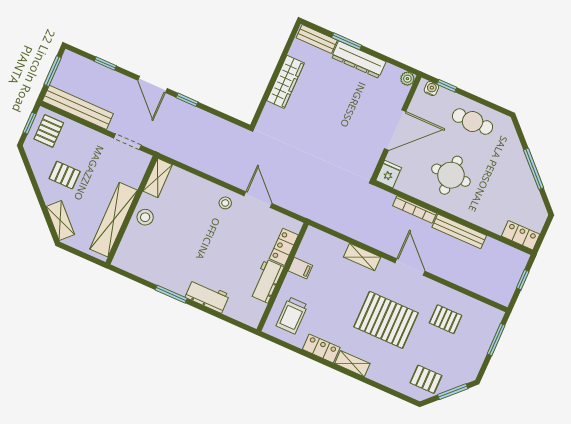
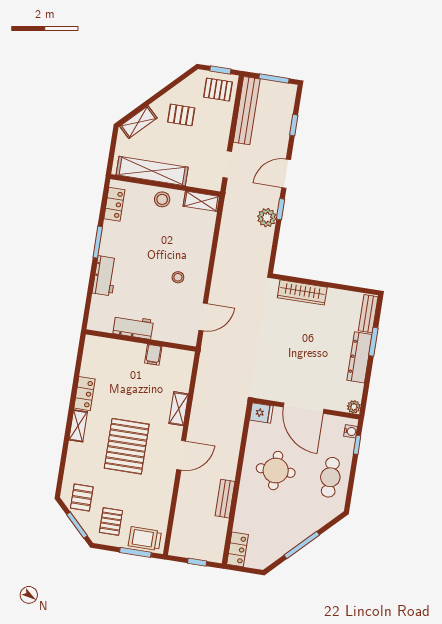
wardrobe: (285, 82) -> (302, 292), moved
plant: (192, 116) -> (267, 218), added
pallet: (65, 175) -> (181, 115), turned 90
door: (258, 200) -> (203, 317), moved
stool: (225, 203) -> (178, 277), moved
bookcase: (415, 209) -> (235, 445), removed
bench: (459, 231) -> (225, 499), width x0.73
locker: (284, 247) -> (114, 204), moved, turned 90
trolley: (292, 315) -> (145, 539), moved
pallet: (446, 319) -> (111, 521), moved

